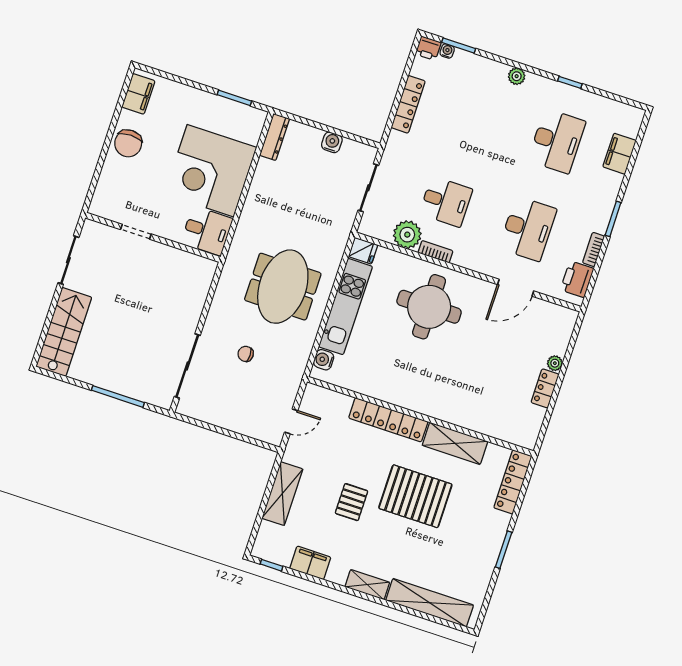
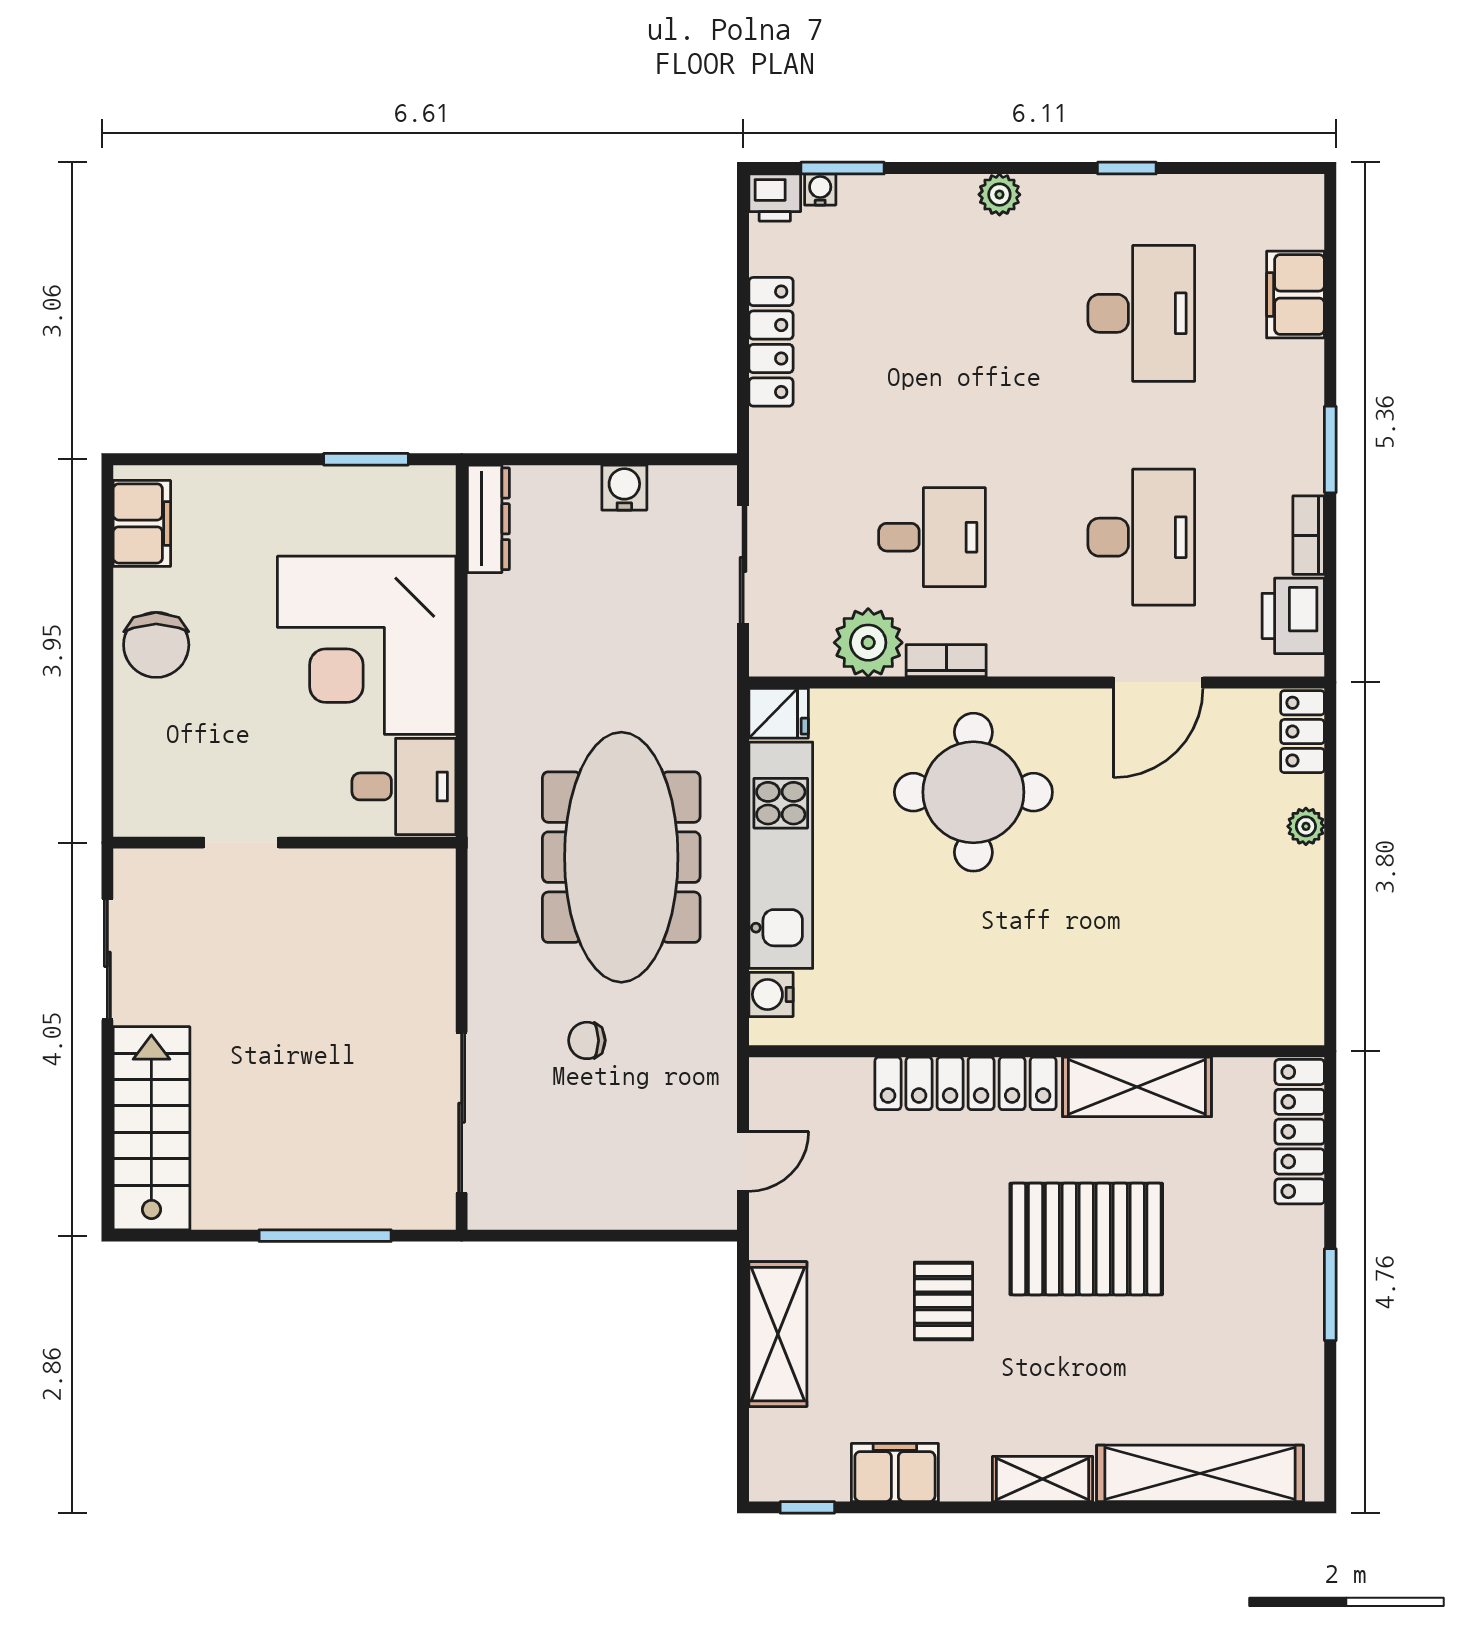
meeting table: (283, 287) -> (621, 857), width x1.36
locker: (545, 388) -> (1302, 732), moved

